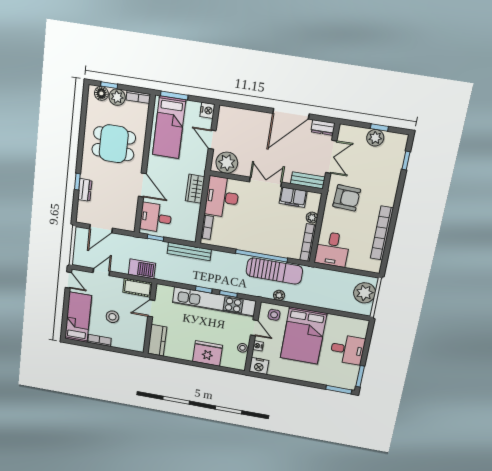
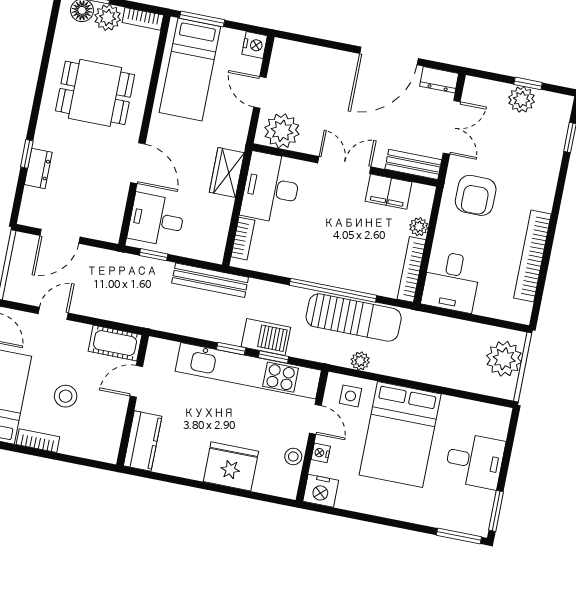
armchair: (347, 198) -> (476, 195), turned 87
barbecue: (142, 269) -> (266, 337), moved

